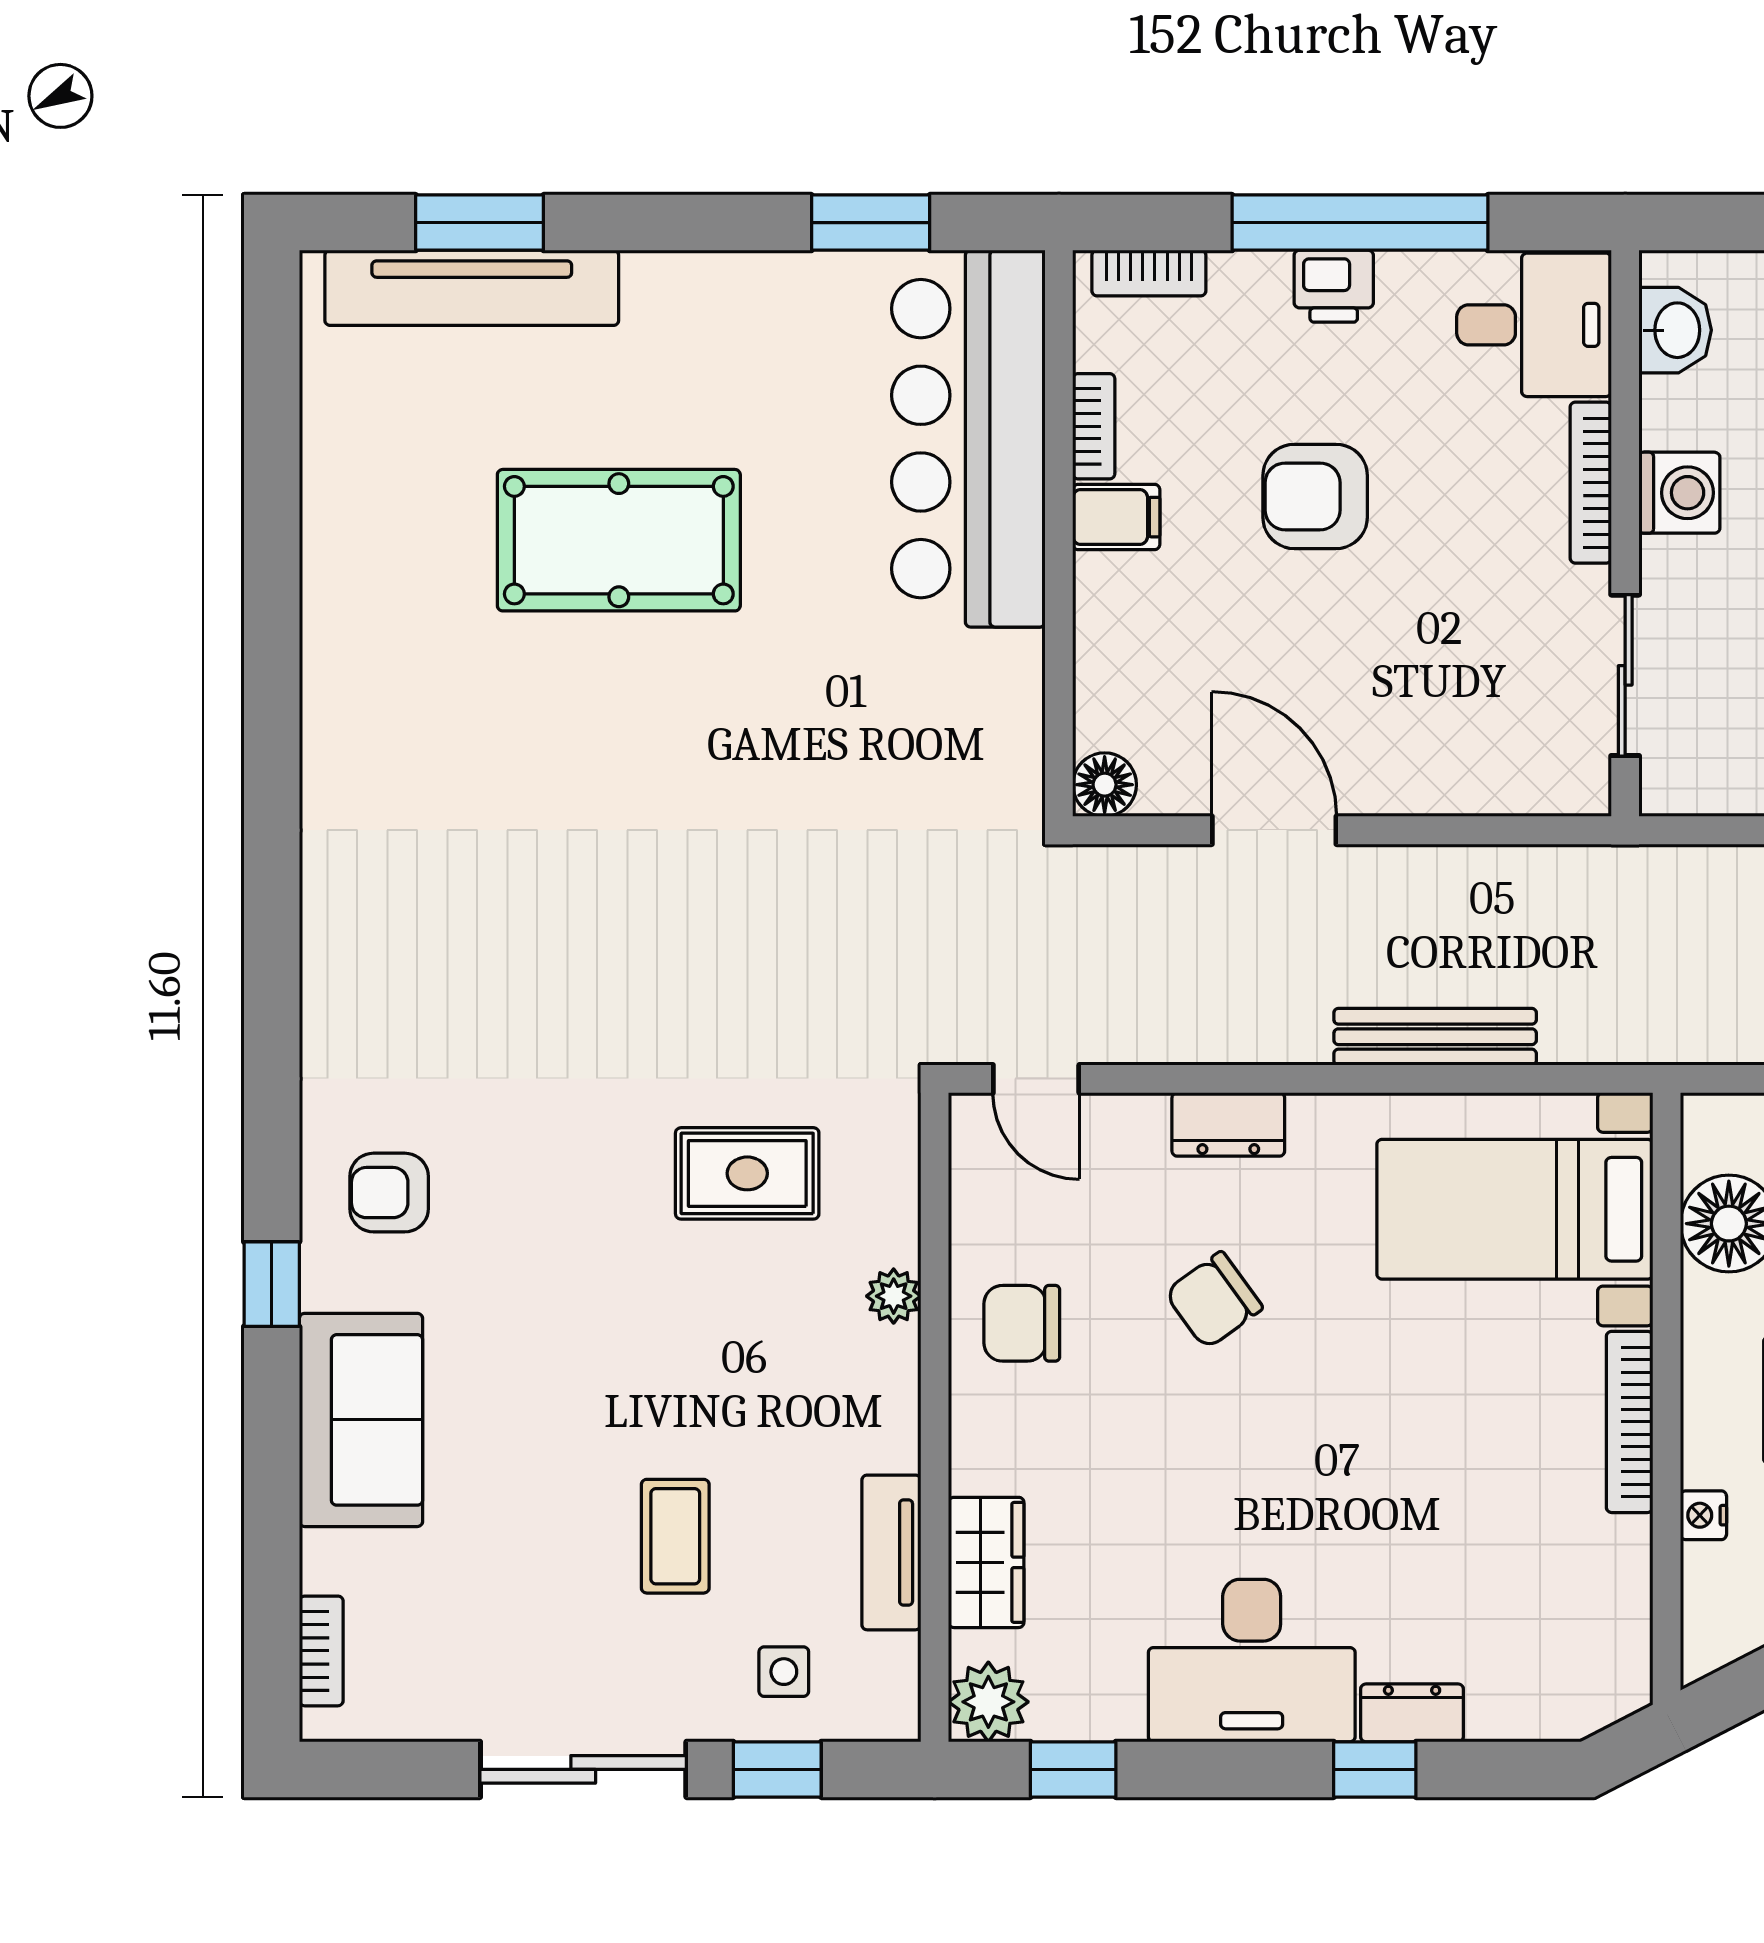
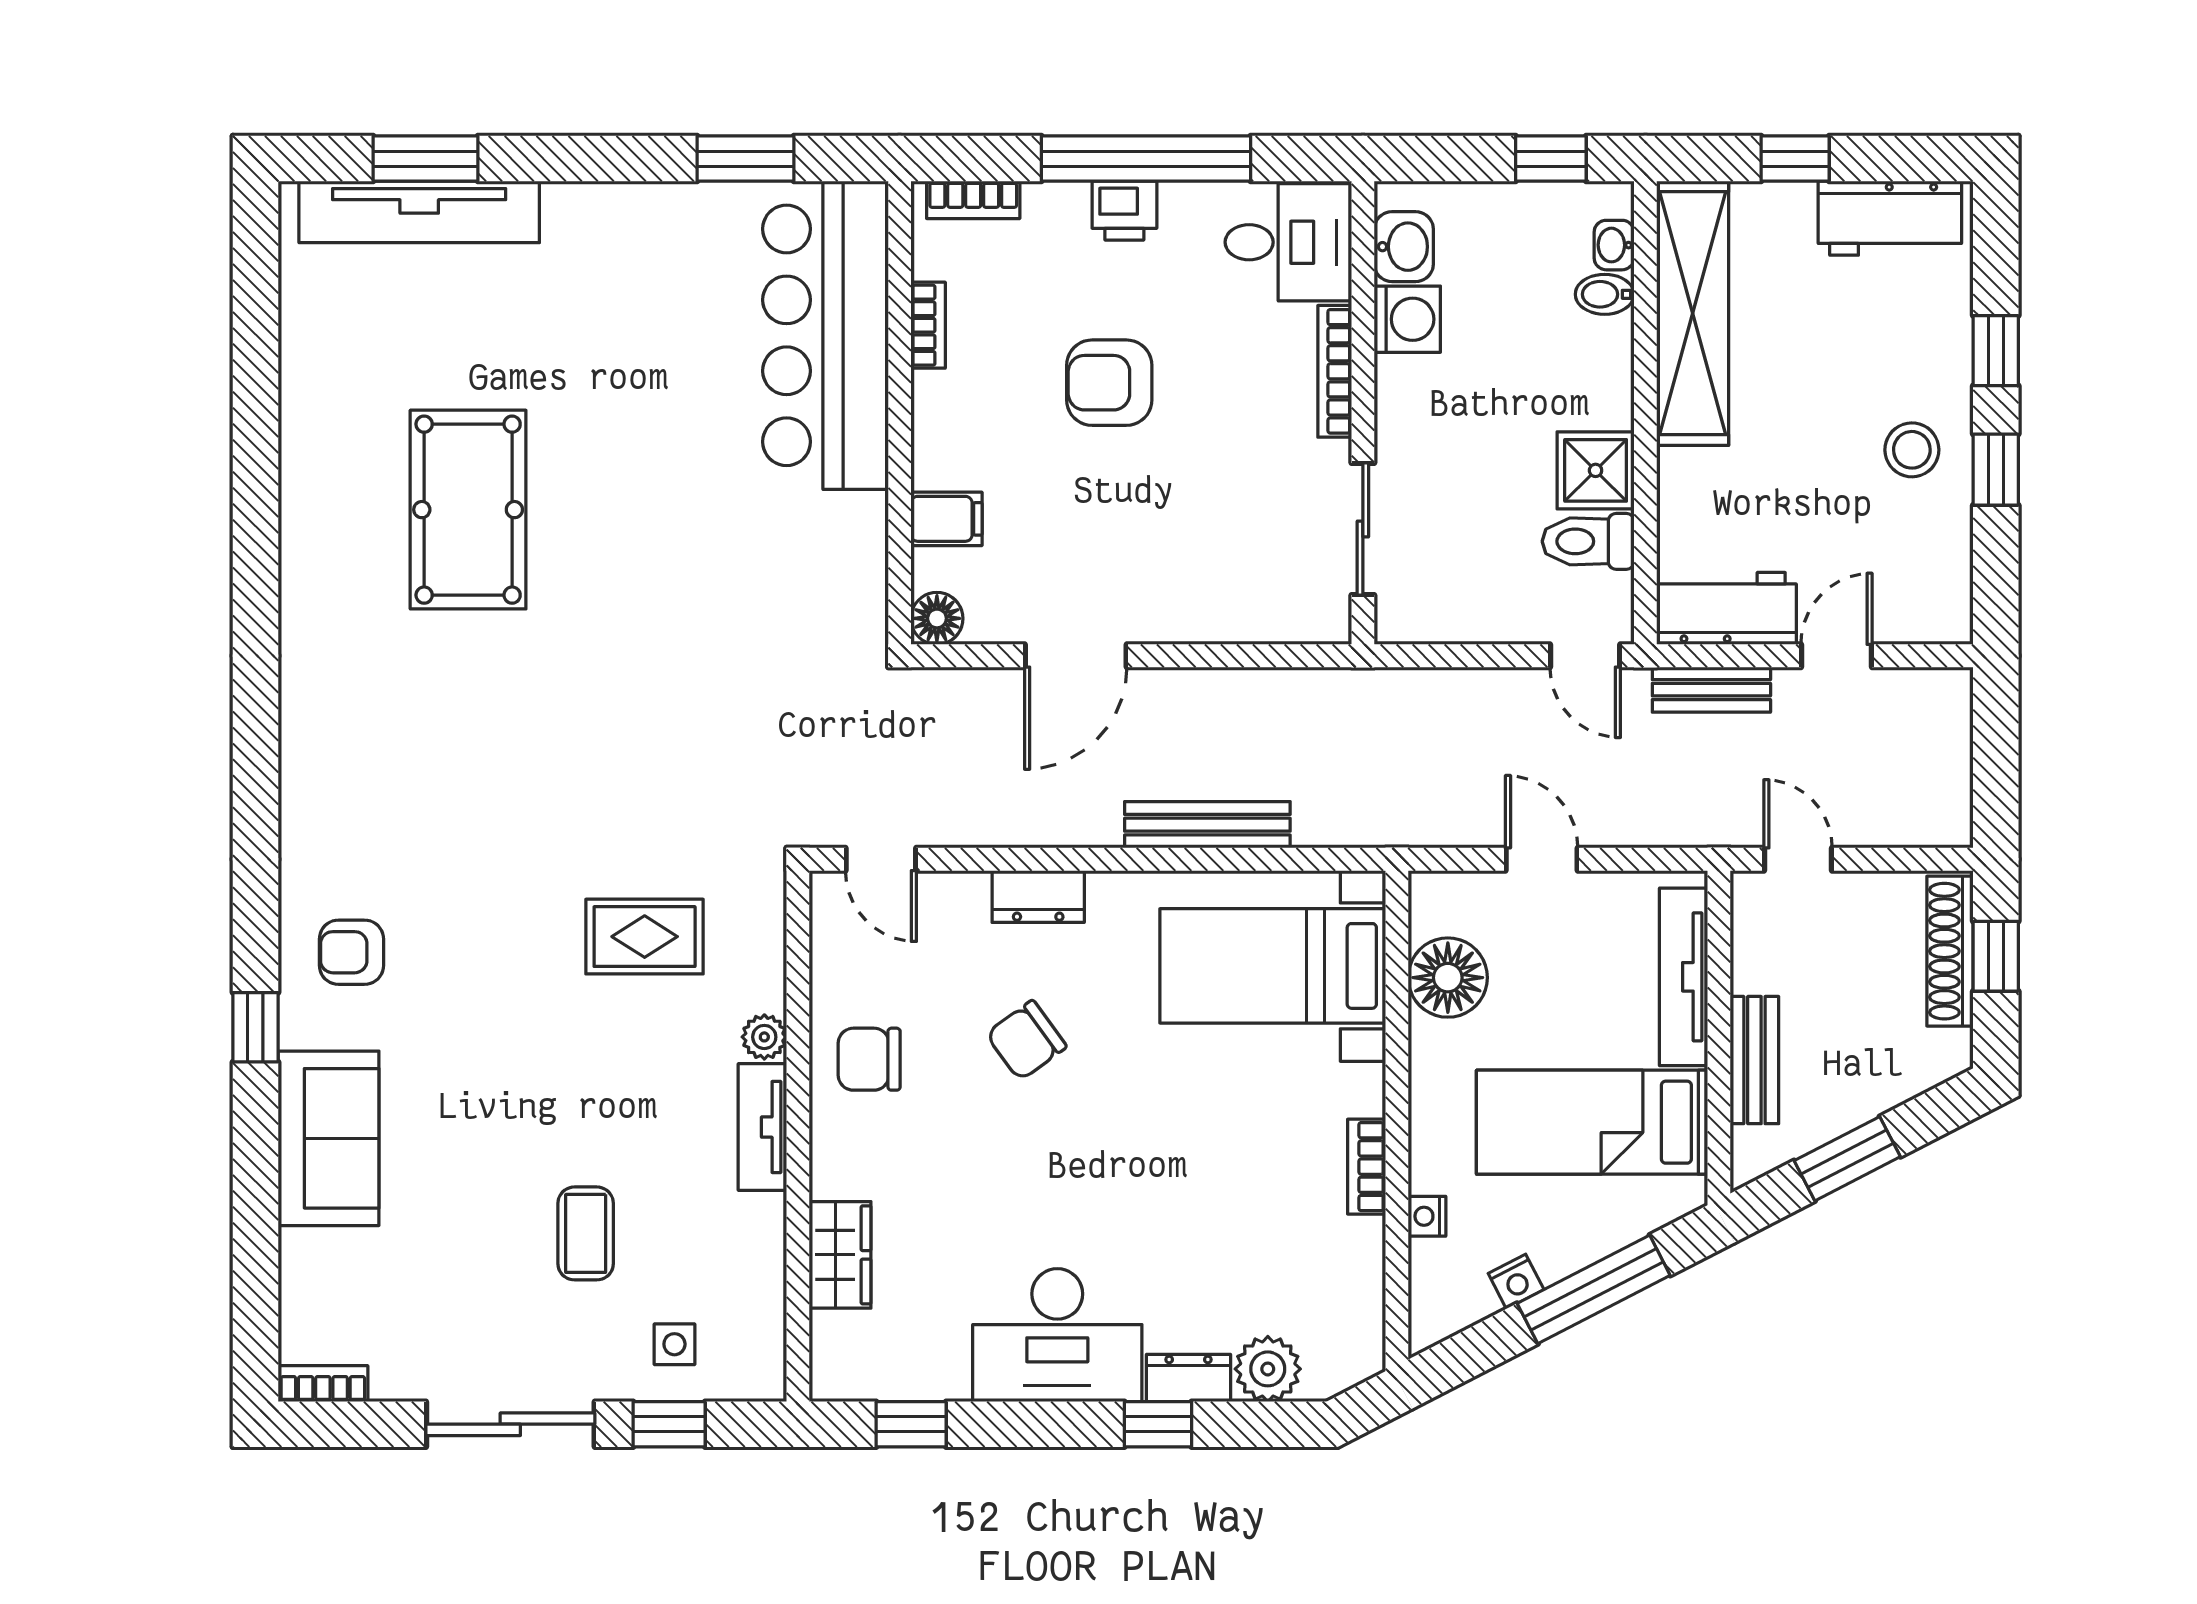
washing machine: (1679, 493) -> (1407, 319), moved
filing cabinet: (1116, 517) -> (946, 519), moved
pool table: (619, 540) -> (468, 510), moved, turned 90
door: (1274, 830) -> (1076, 656), swing flipped
bookcase: (1630, 1422) -> (1367, 1167), width x0.64
tv unit: (891, 1552) -> (762, 1127), moved
bookcase: (321, 1651) -> (323, 1384), moved, turned -90
plant: (988, 1702) -> (1268, 1369), moved

